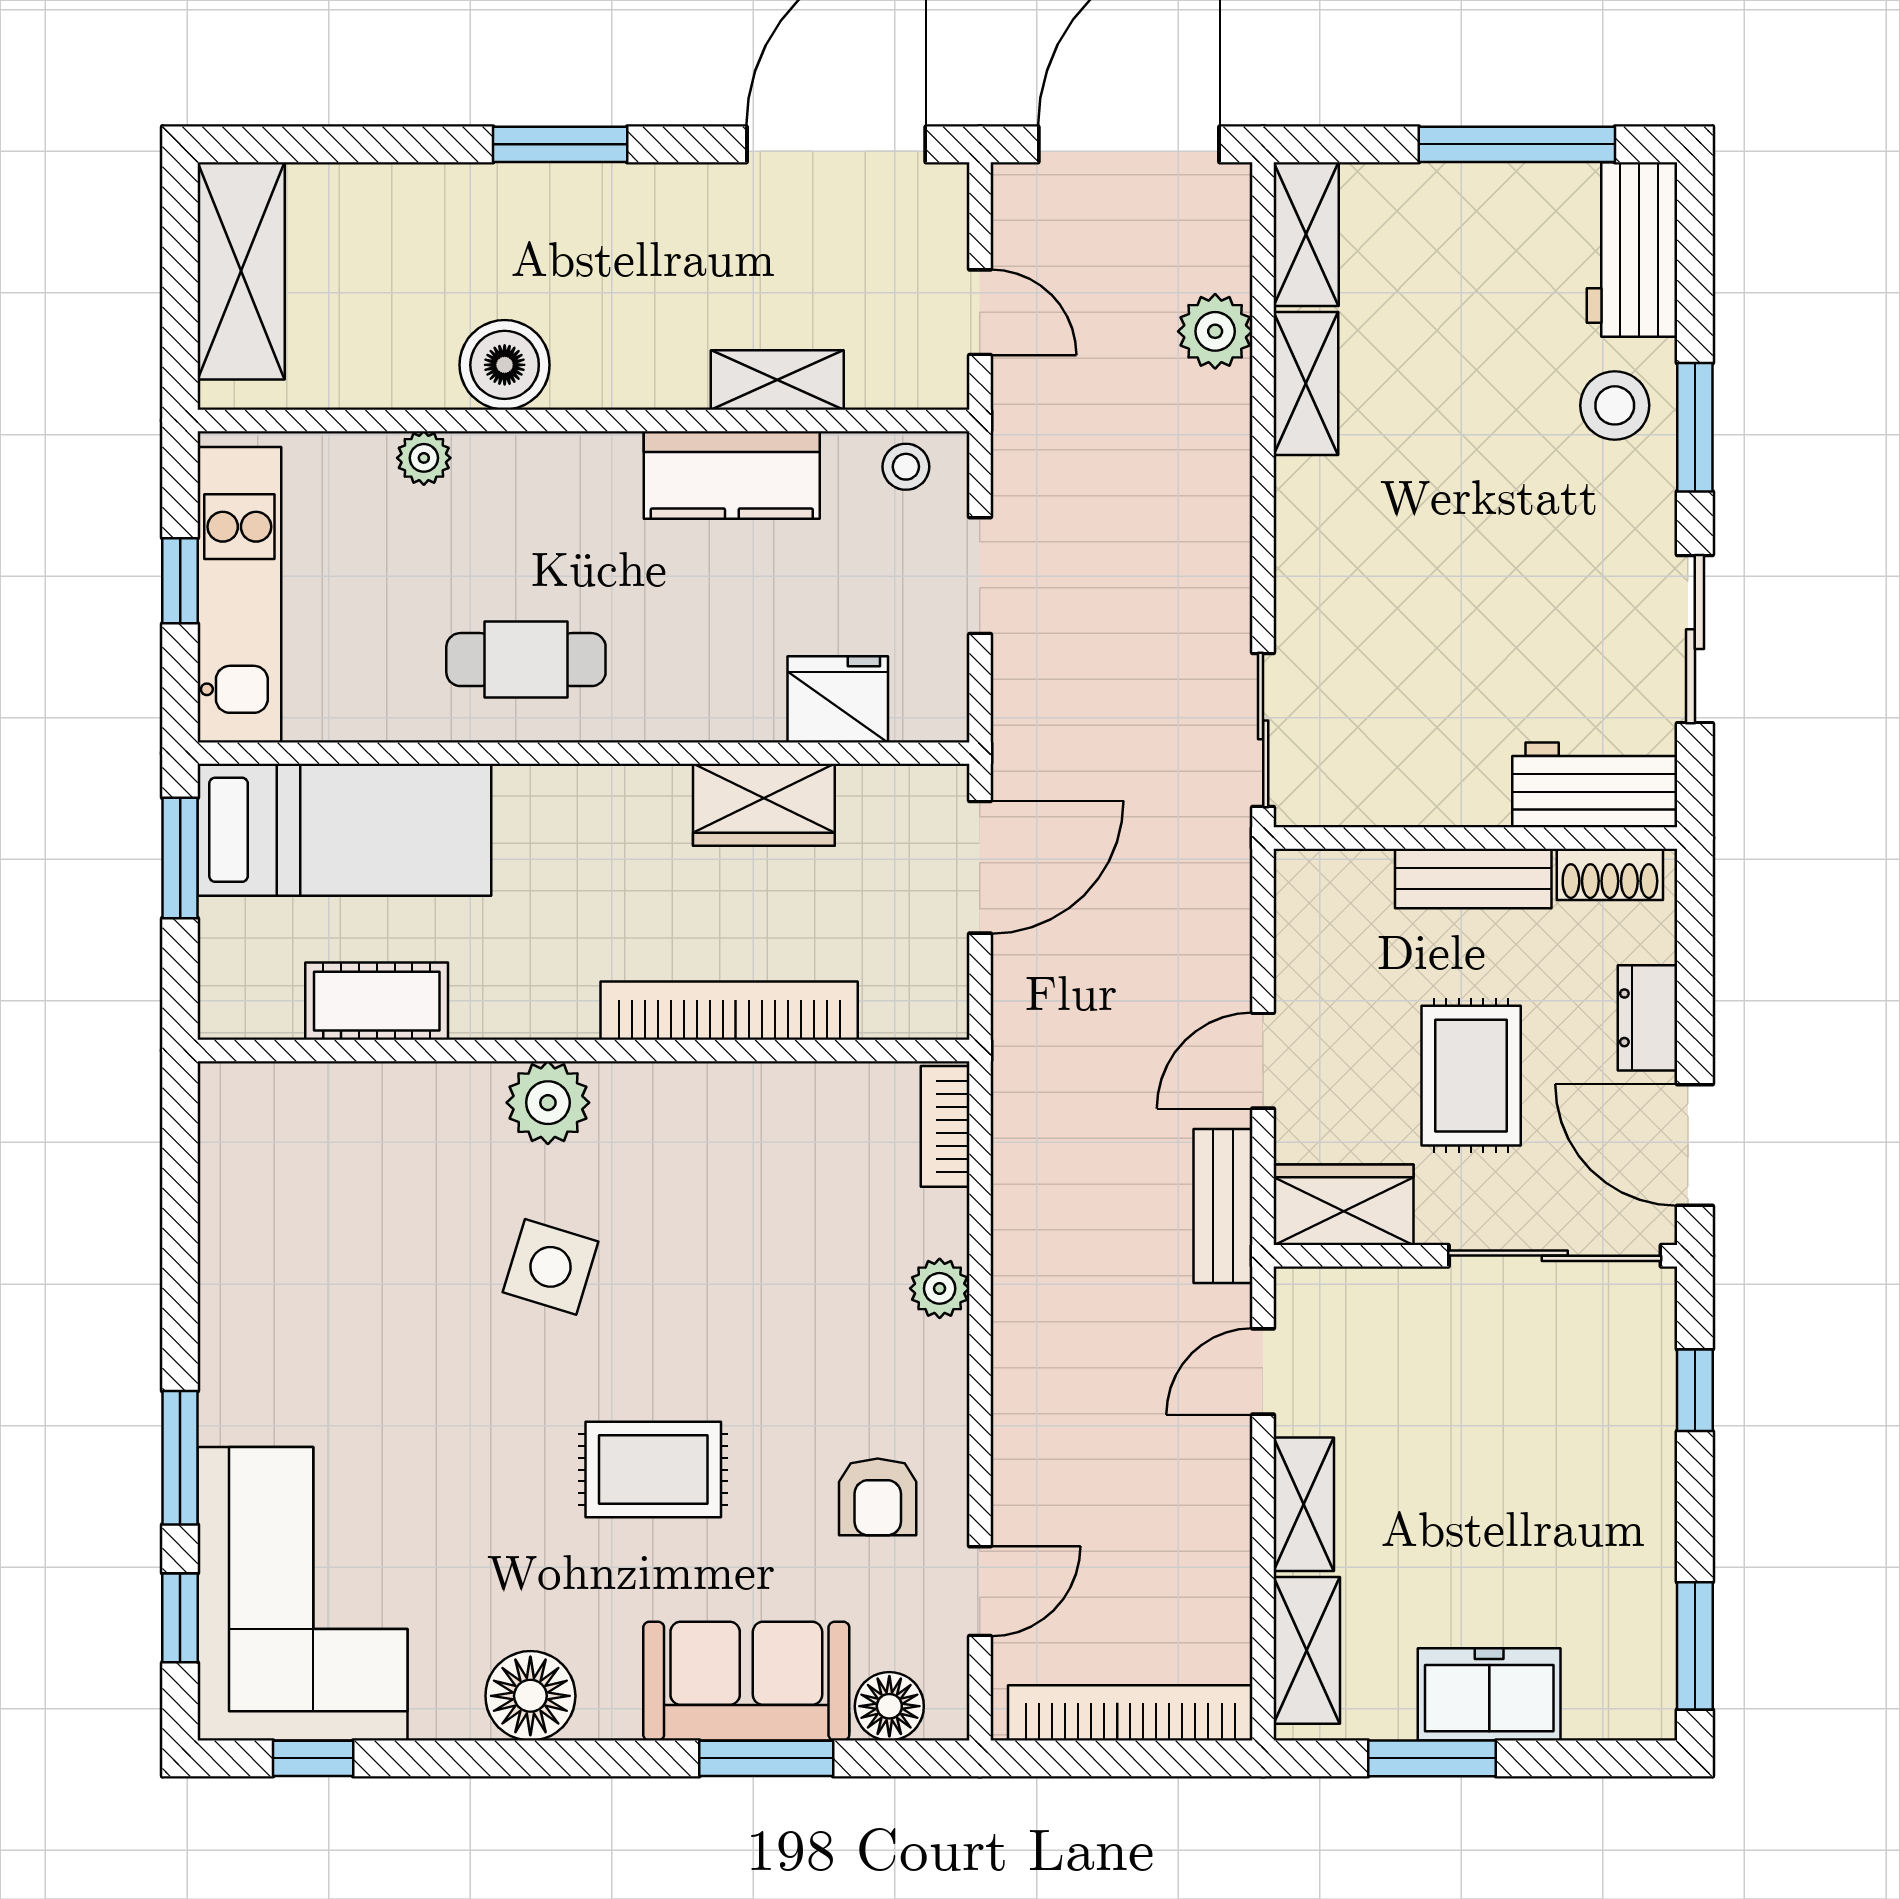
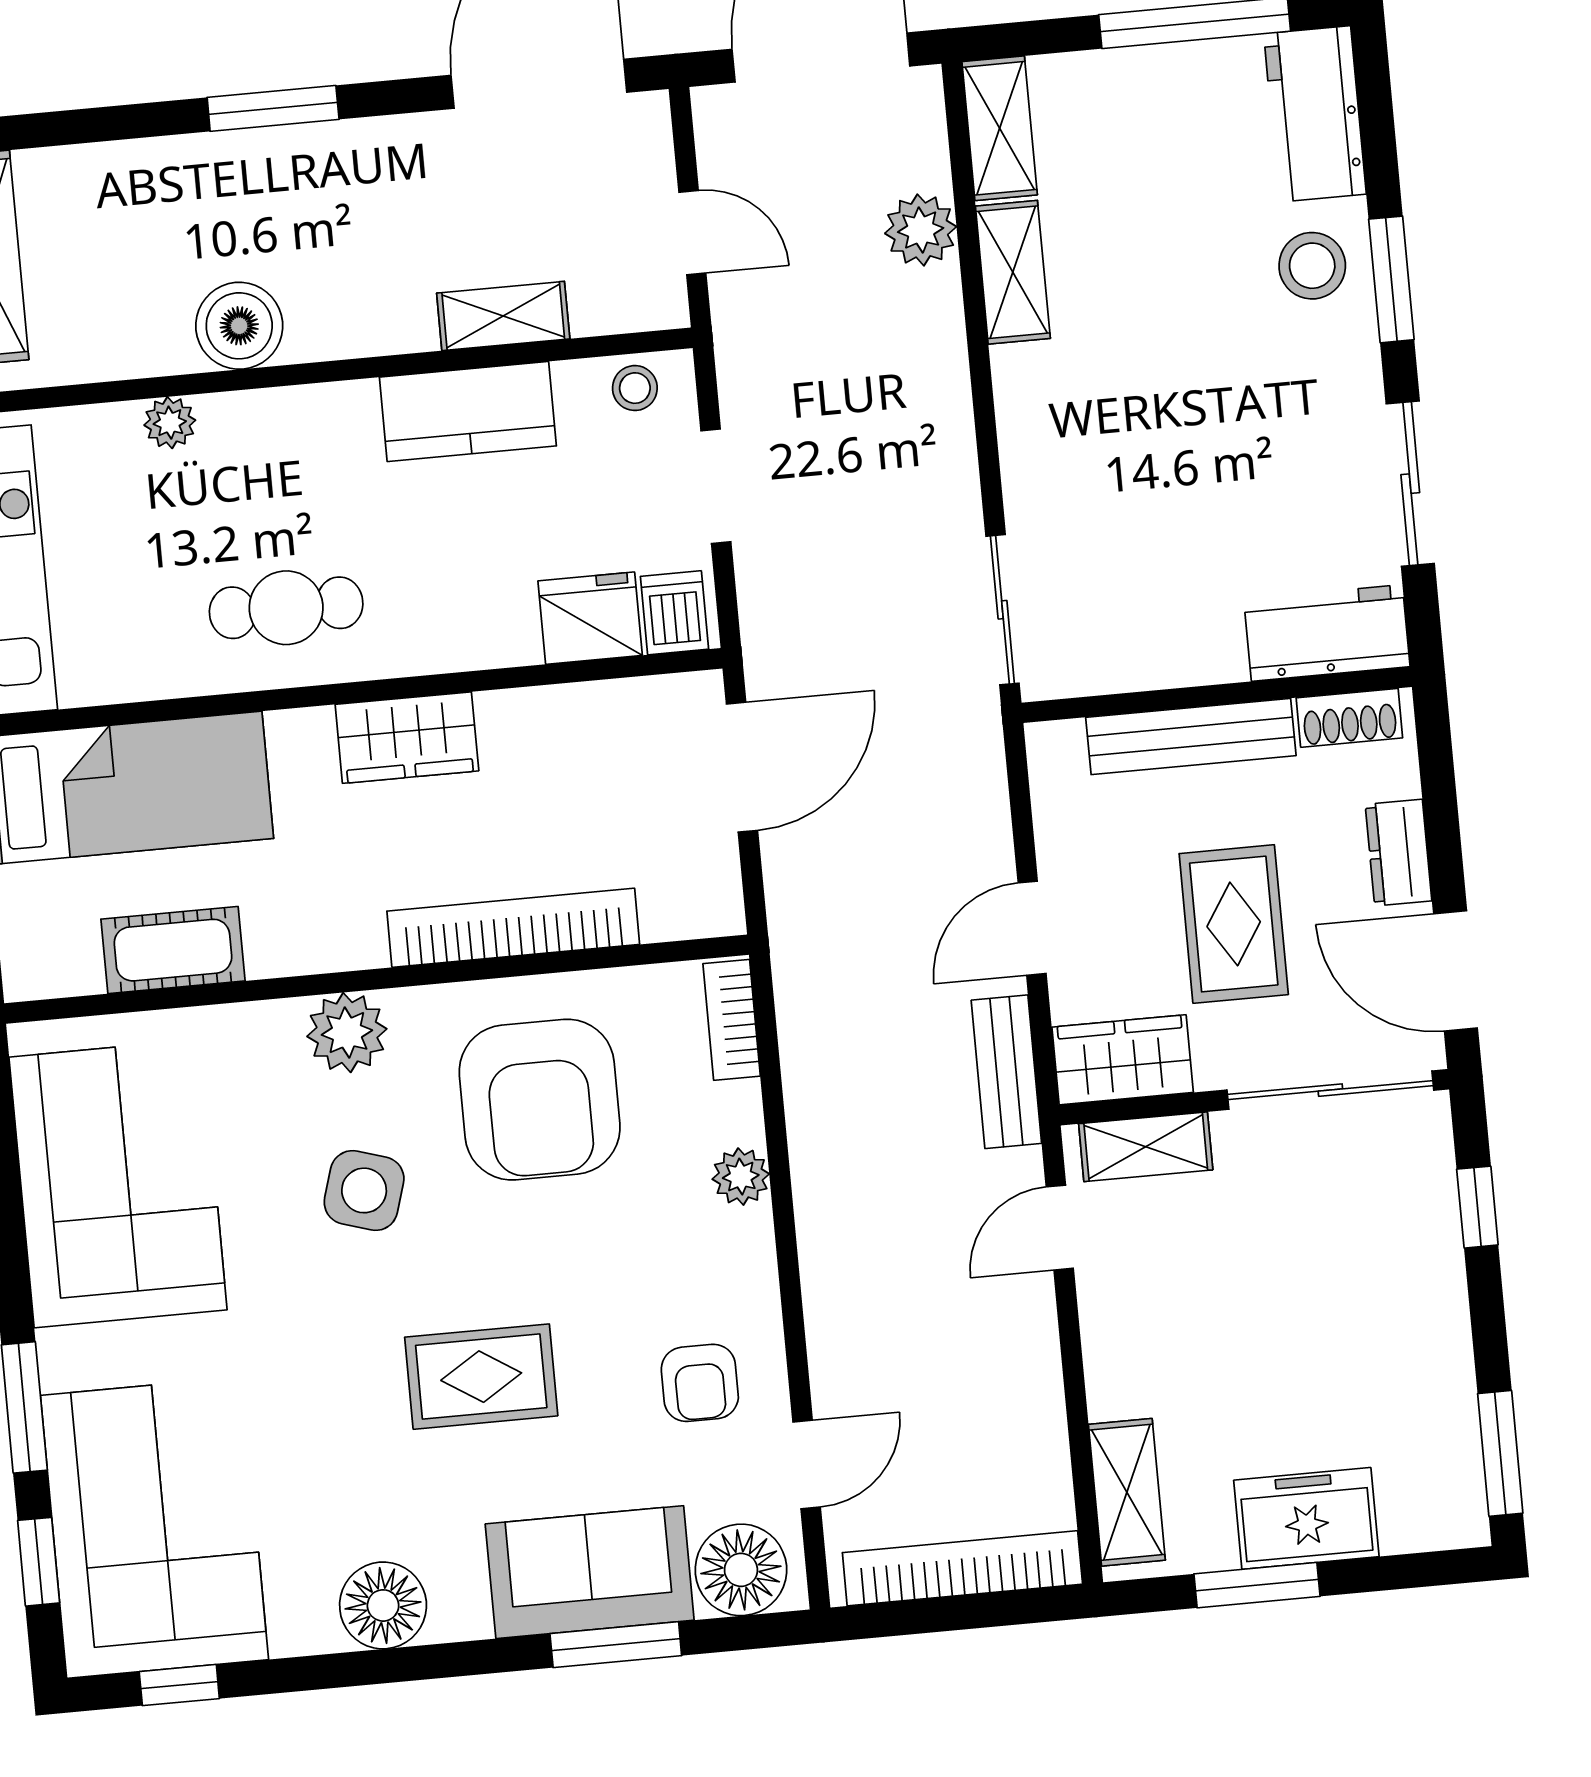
dishwasher: (925, 702) -> (675, 613), added
wardrobe: (764, 805) -> (407, 738), moved
bench: (1473, 878) -> (1191, 737), width x1.36
armchair: (740, 1190) -> (540, 1100), added
corner sofa: (298, 1236) -> (118, 1183), added
shelving: (1304, 1504) -> (1146, 1147), moved, turned 90
floor lamp: (889, 1706) -> (741, 1570), width x1.38, depth x1.38

